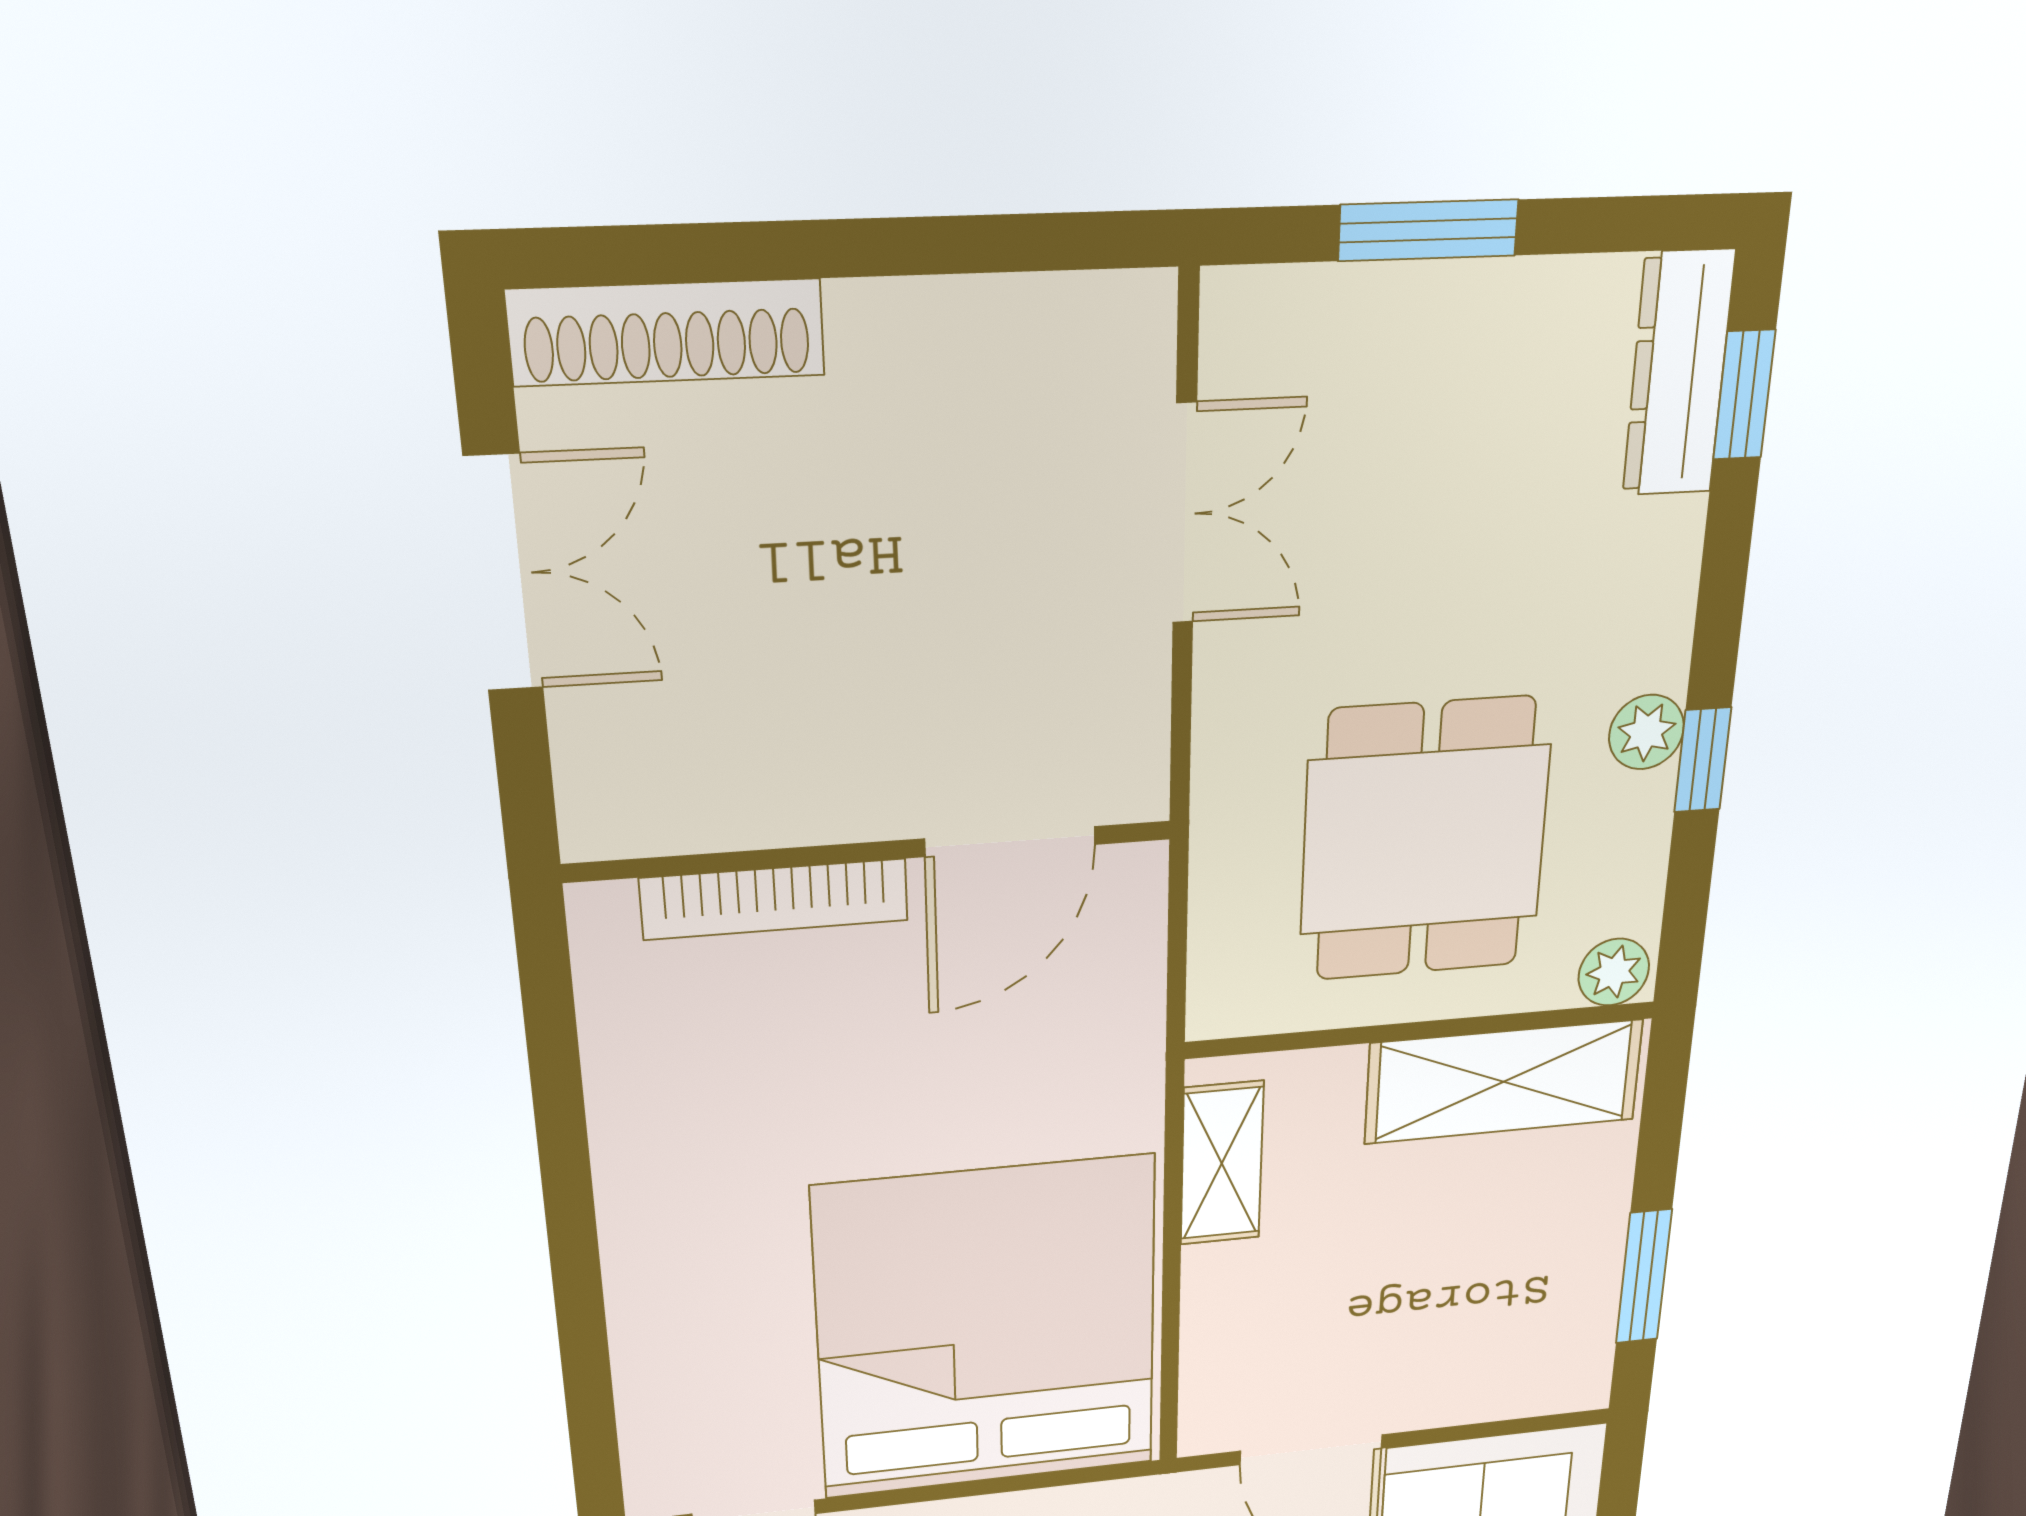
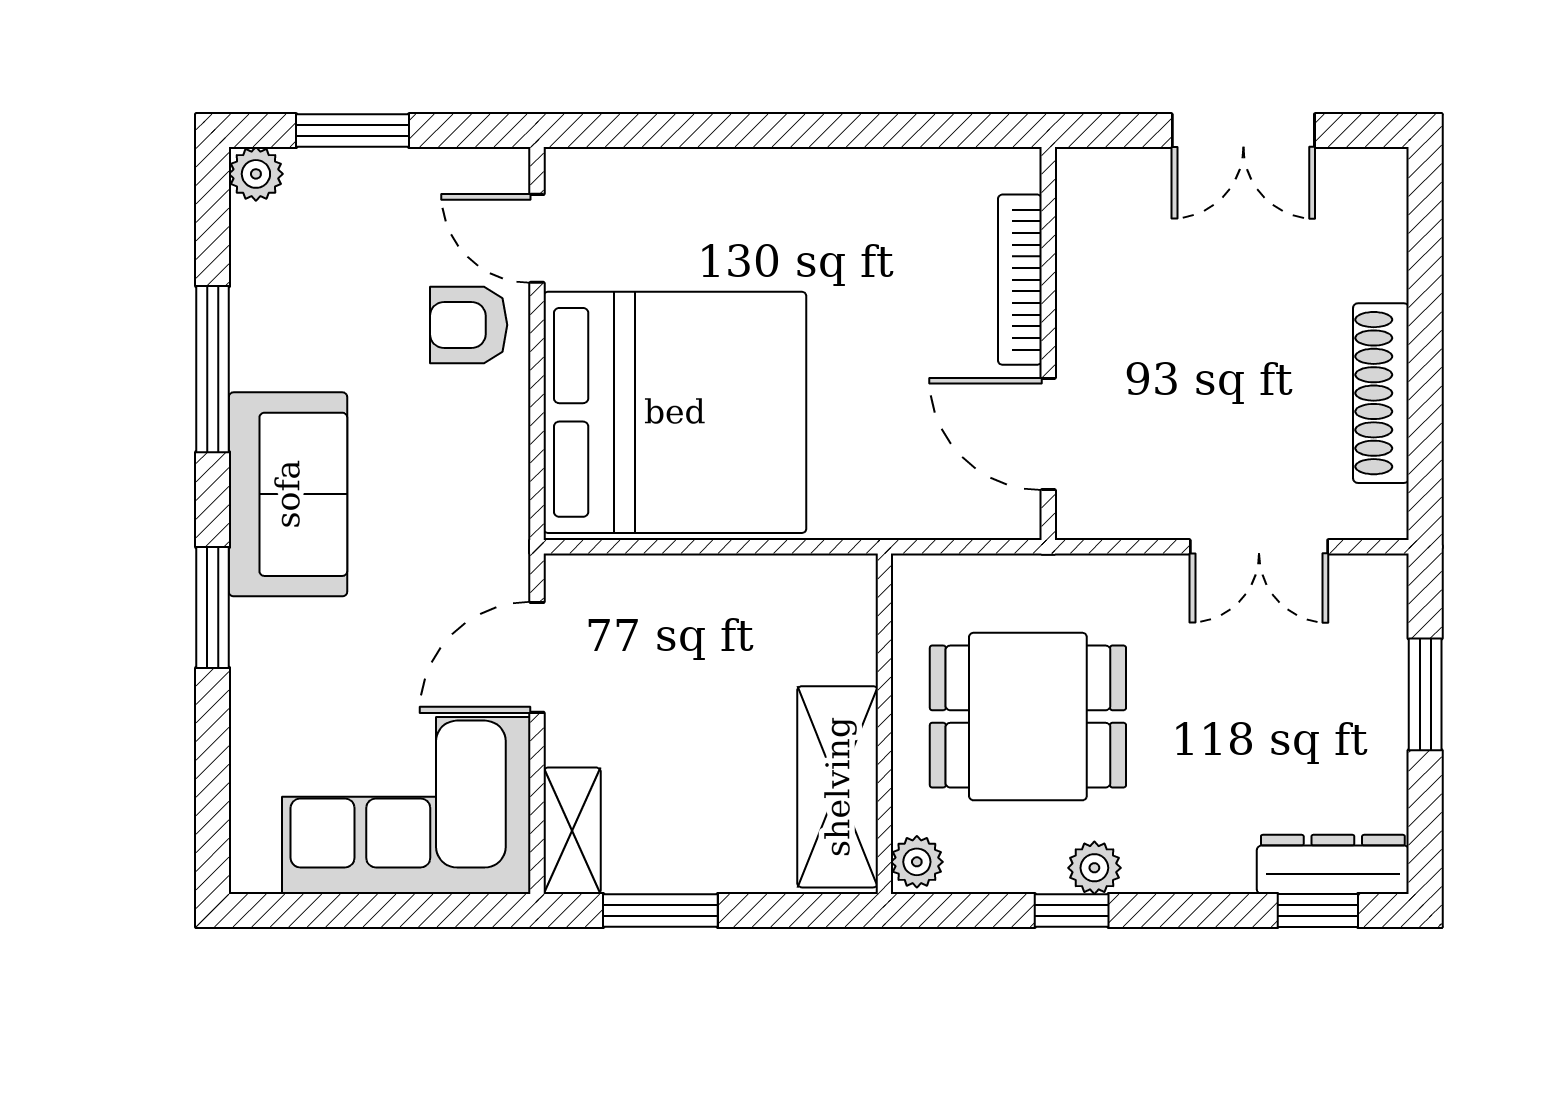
shoe rack: (667, 332) -> (1381, 393), moved
shelving: (1222, 1163) -> (572, 831), moved, turned 90

